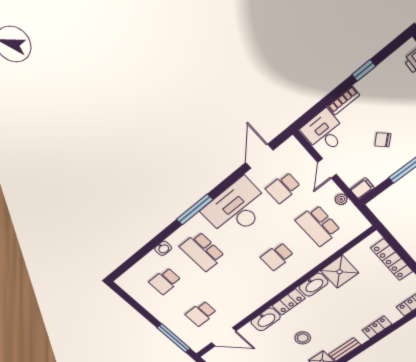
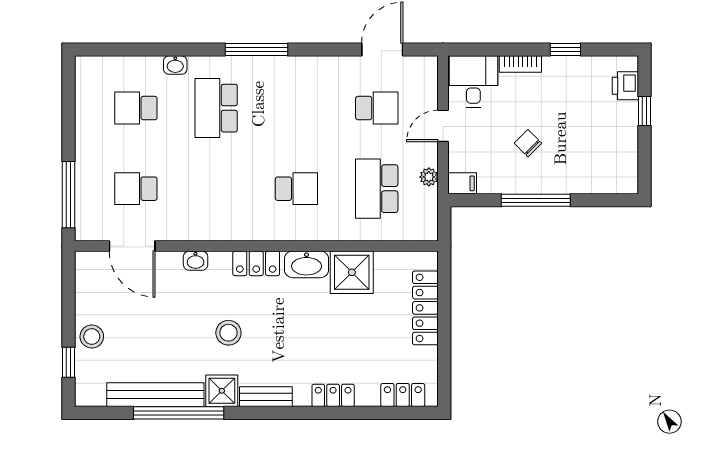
school desk: (283, 188) -> (377, 108), turned 180
desk: (237, 209) -> (304, 89), removed
school desk: (277, 256) -> (296, 189), turned 180
washbasin: (266, 319) -> (196, 261), width x0.52, depth x0.69

